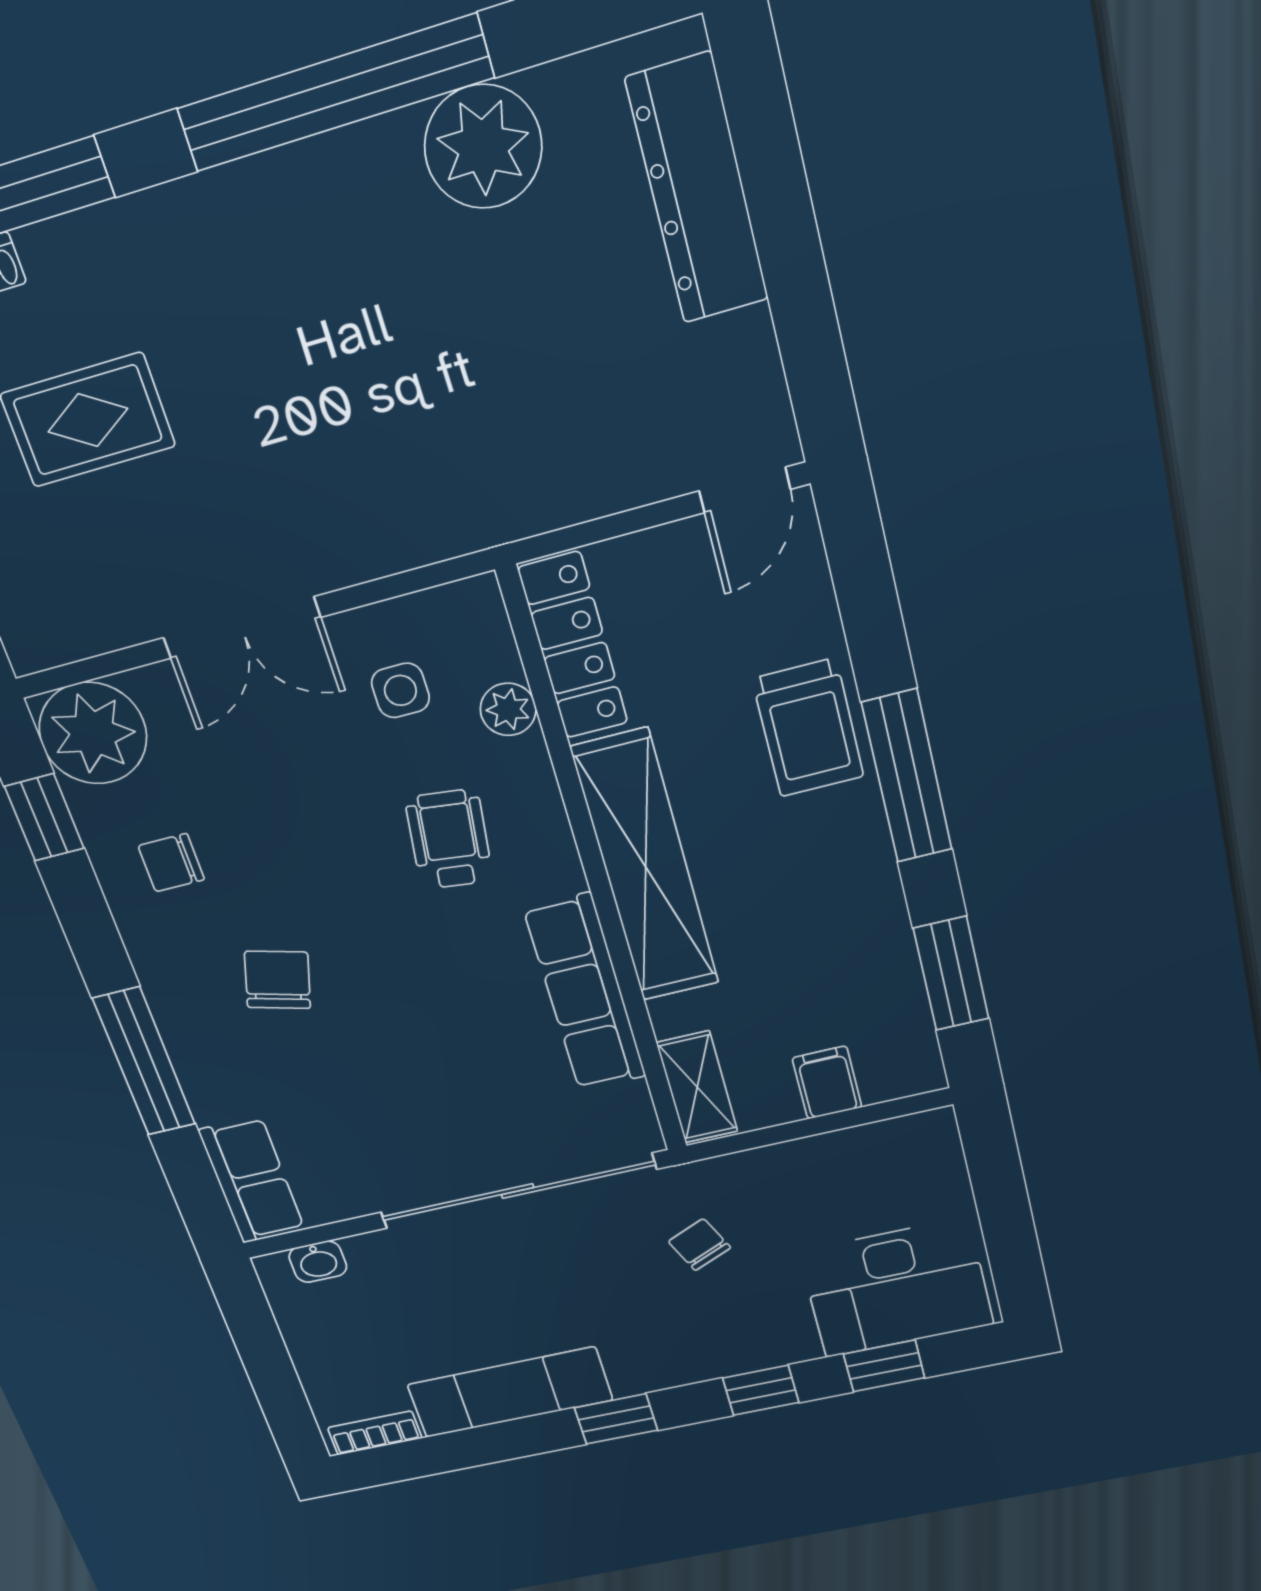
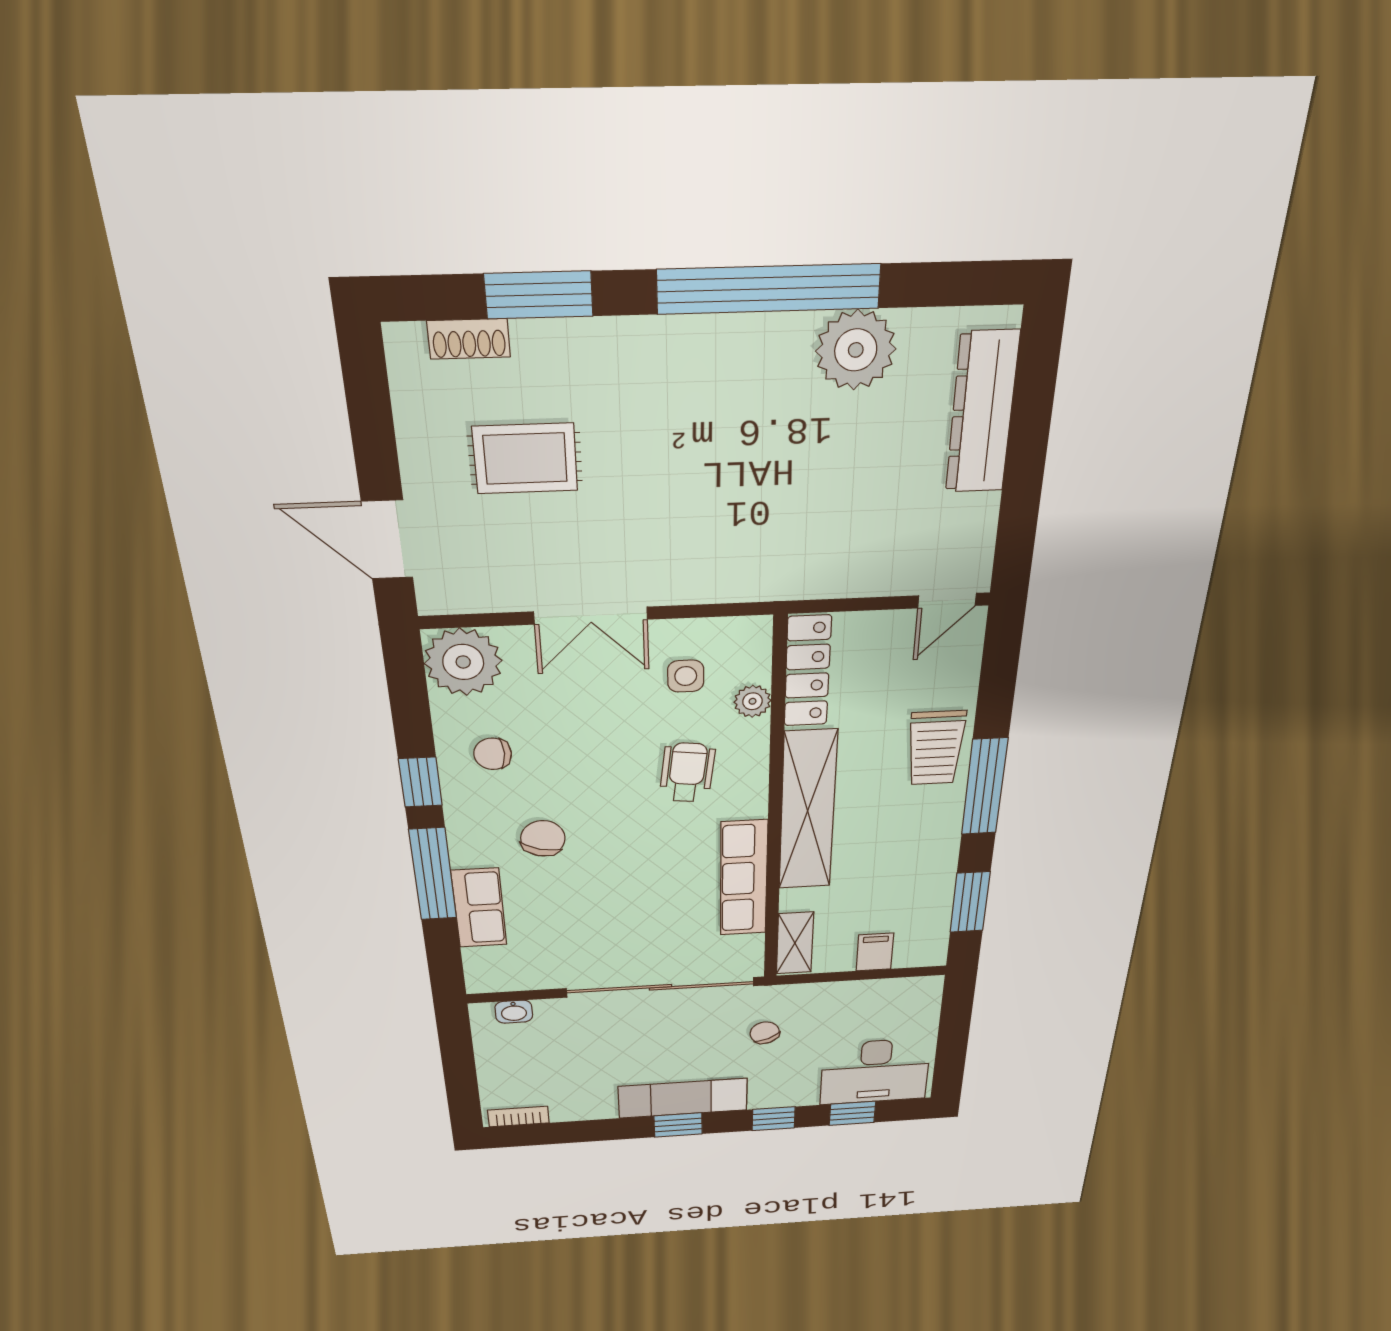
window: (44, 817) -> (420, 782), moved
row of seats: (252, 1180) -> (479, 908), moved
exam couch: (510, 1392) -> (683, 1098), moved

